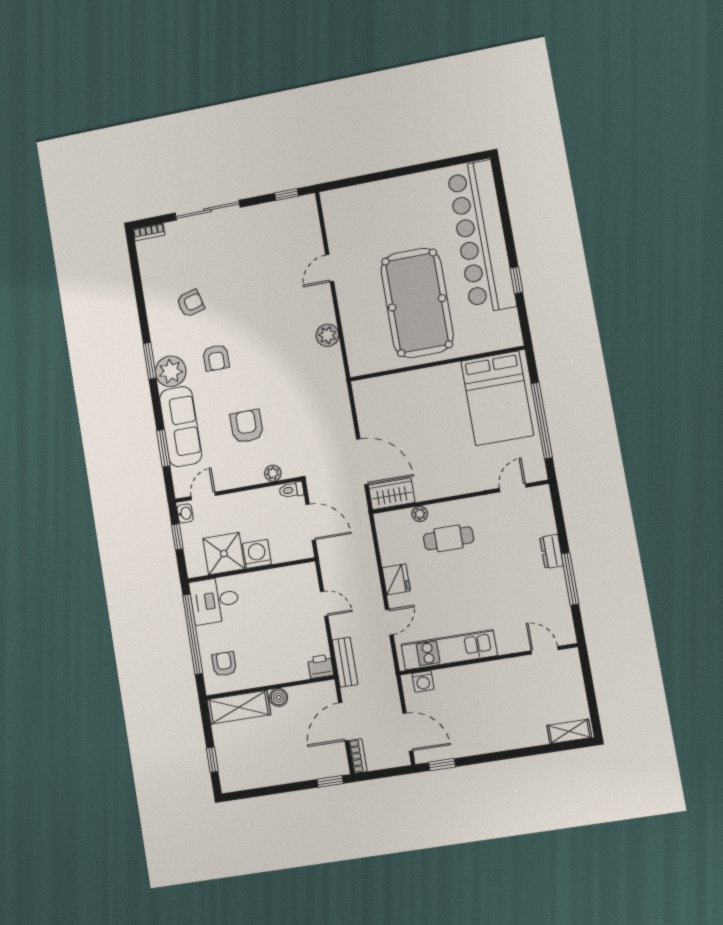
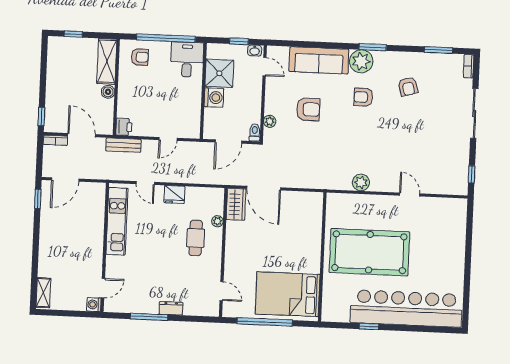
window: (163, 448) -> (438, 50), moved
door: (362, 462) -> (264, 188), hinge flipped
washing machine: (423, 681) -> (94, 305), moved

